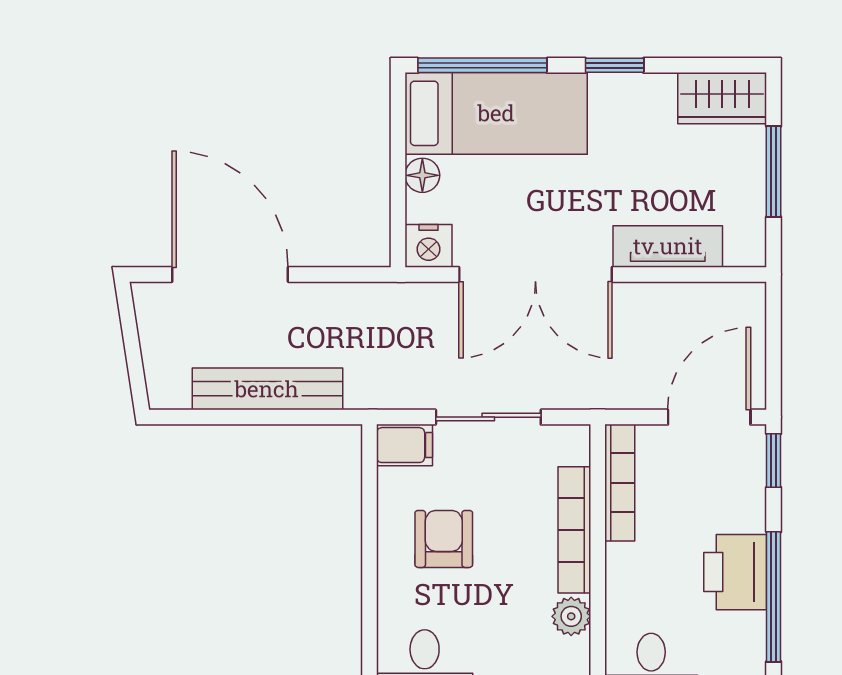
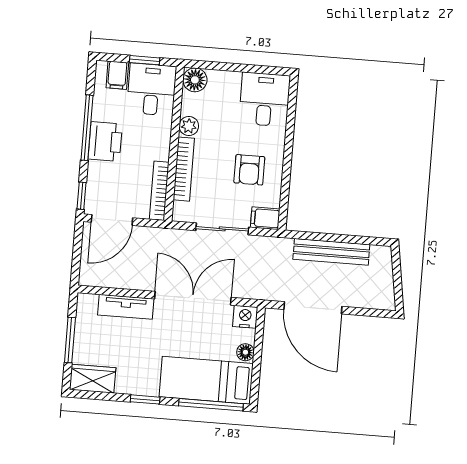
door: (230, 274) -> (313, 308), moved

